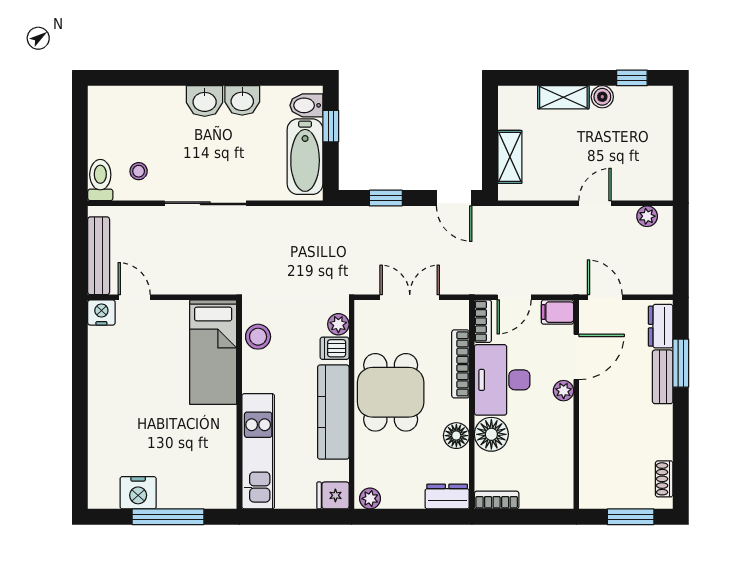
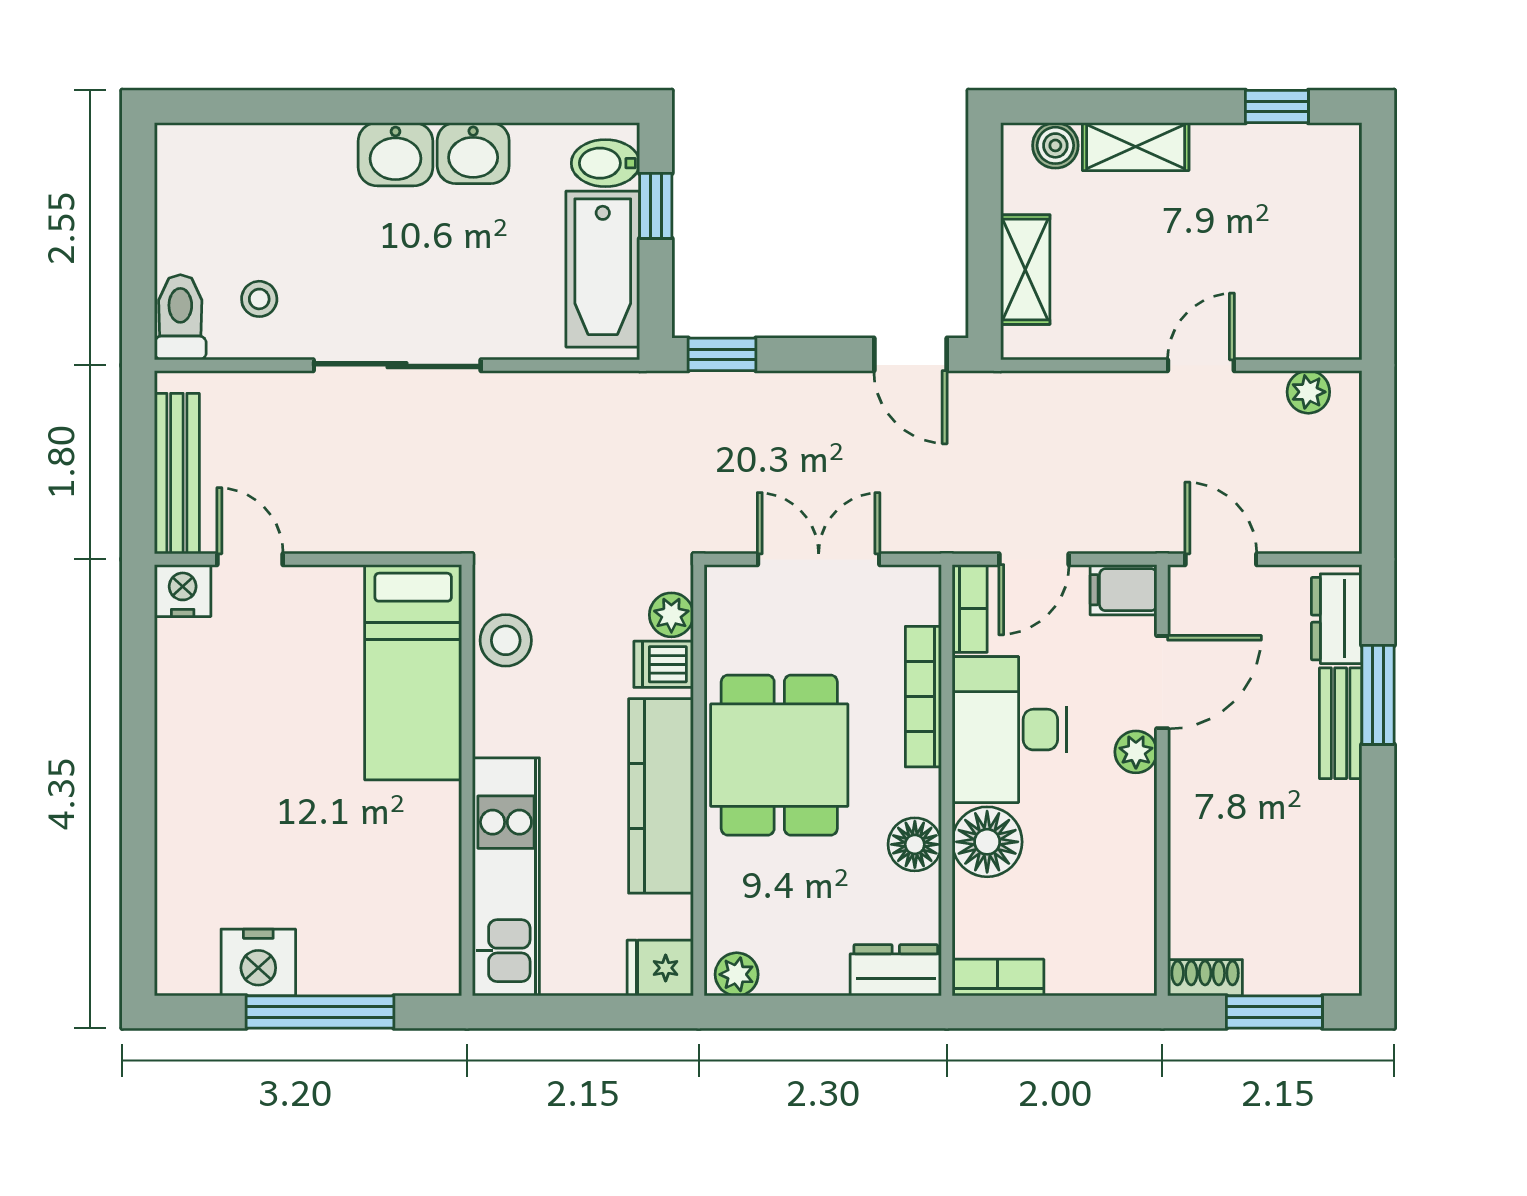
boiler: (602, 97) -> (1055, 145), moved
window: (386, 198) -> (722, 354), moved
shoe rack: (664, 479) -> (1205, 978), moved, turned 90

